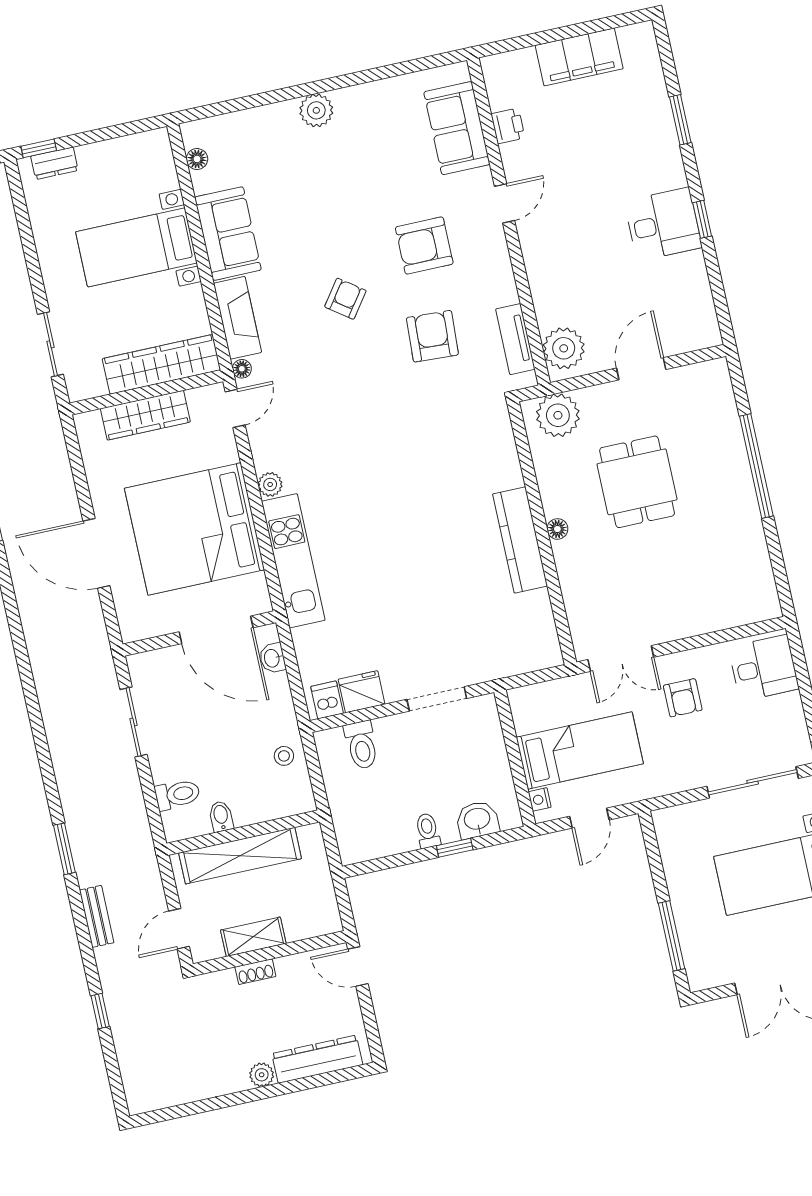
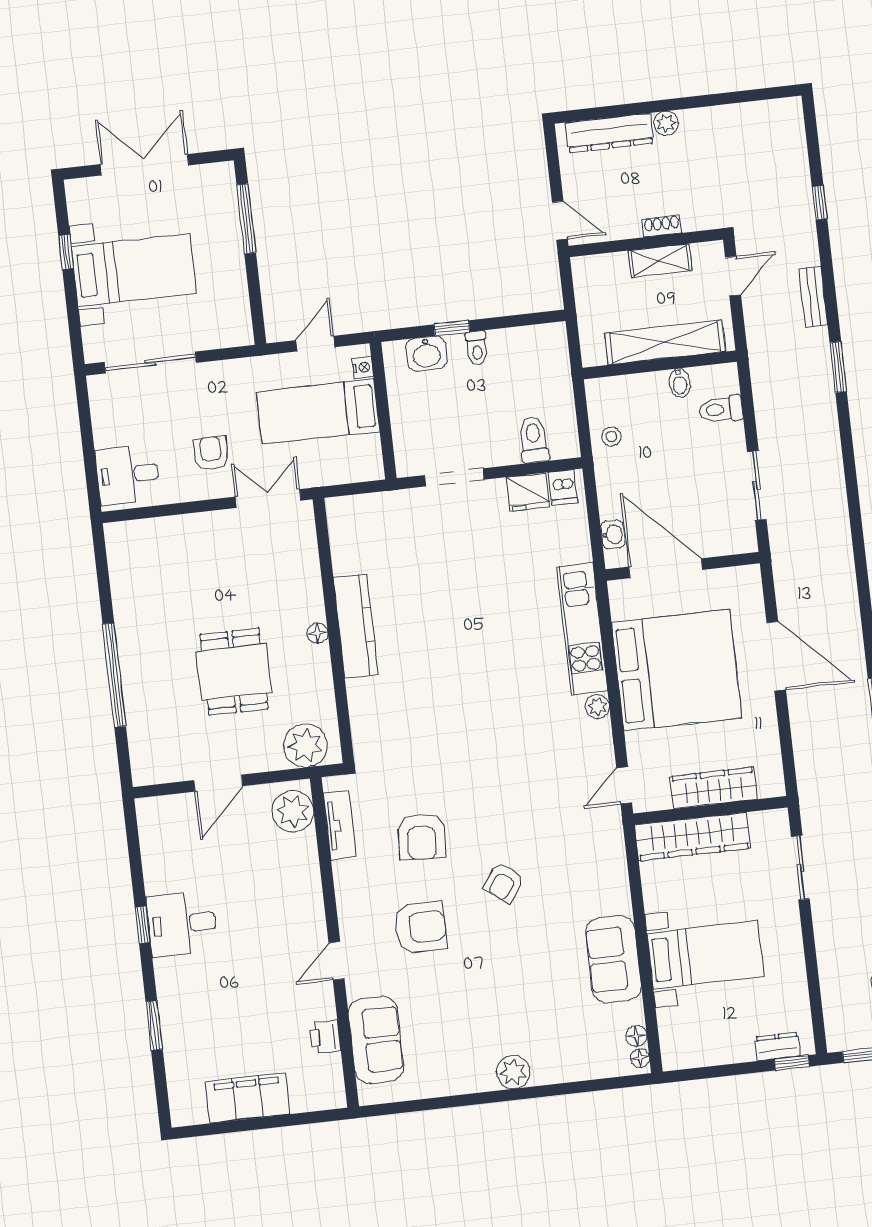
fireplace: (237, 318) -> (613, 875), removed
floor lamp: (242, 369) -> (640, 1058), moved

